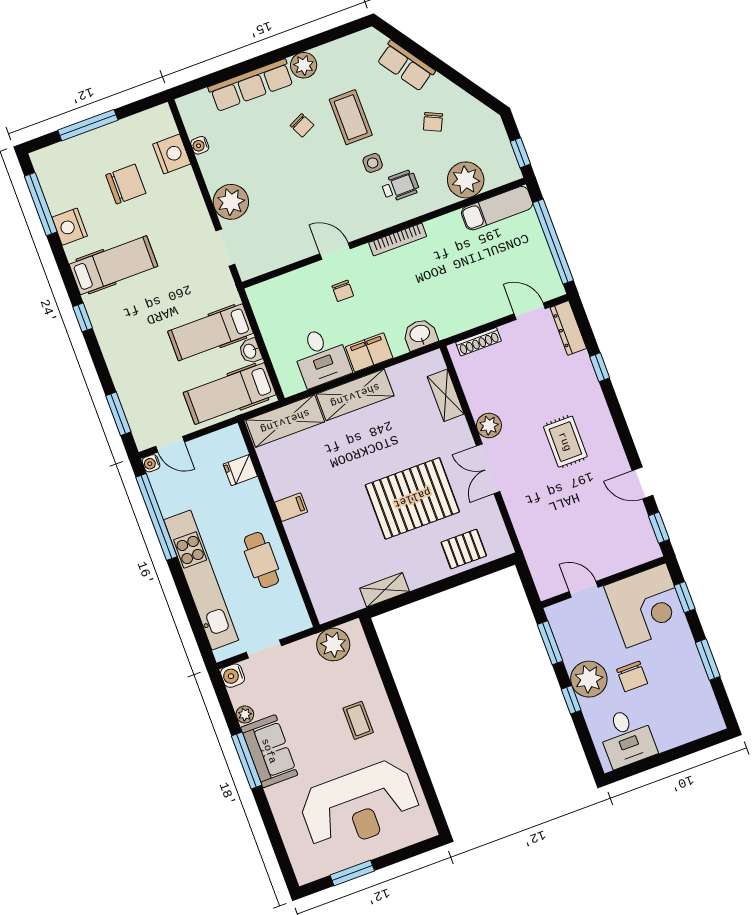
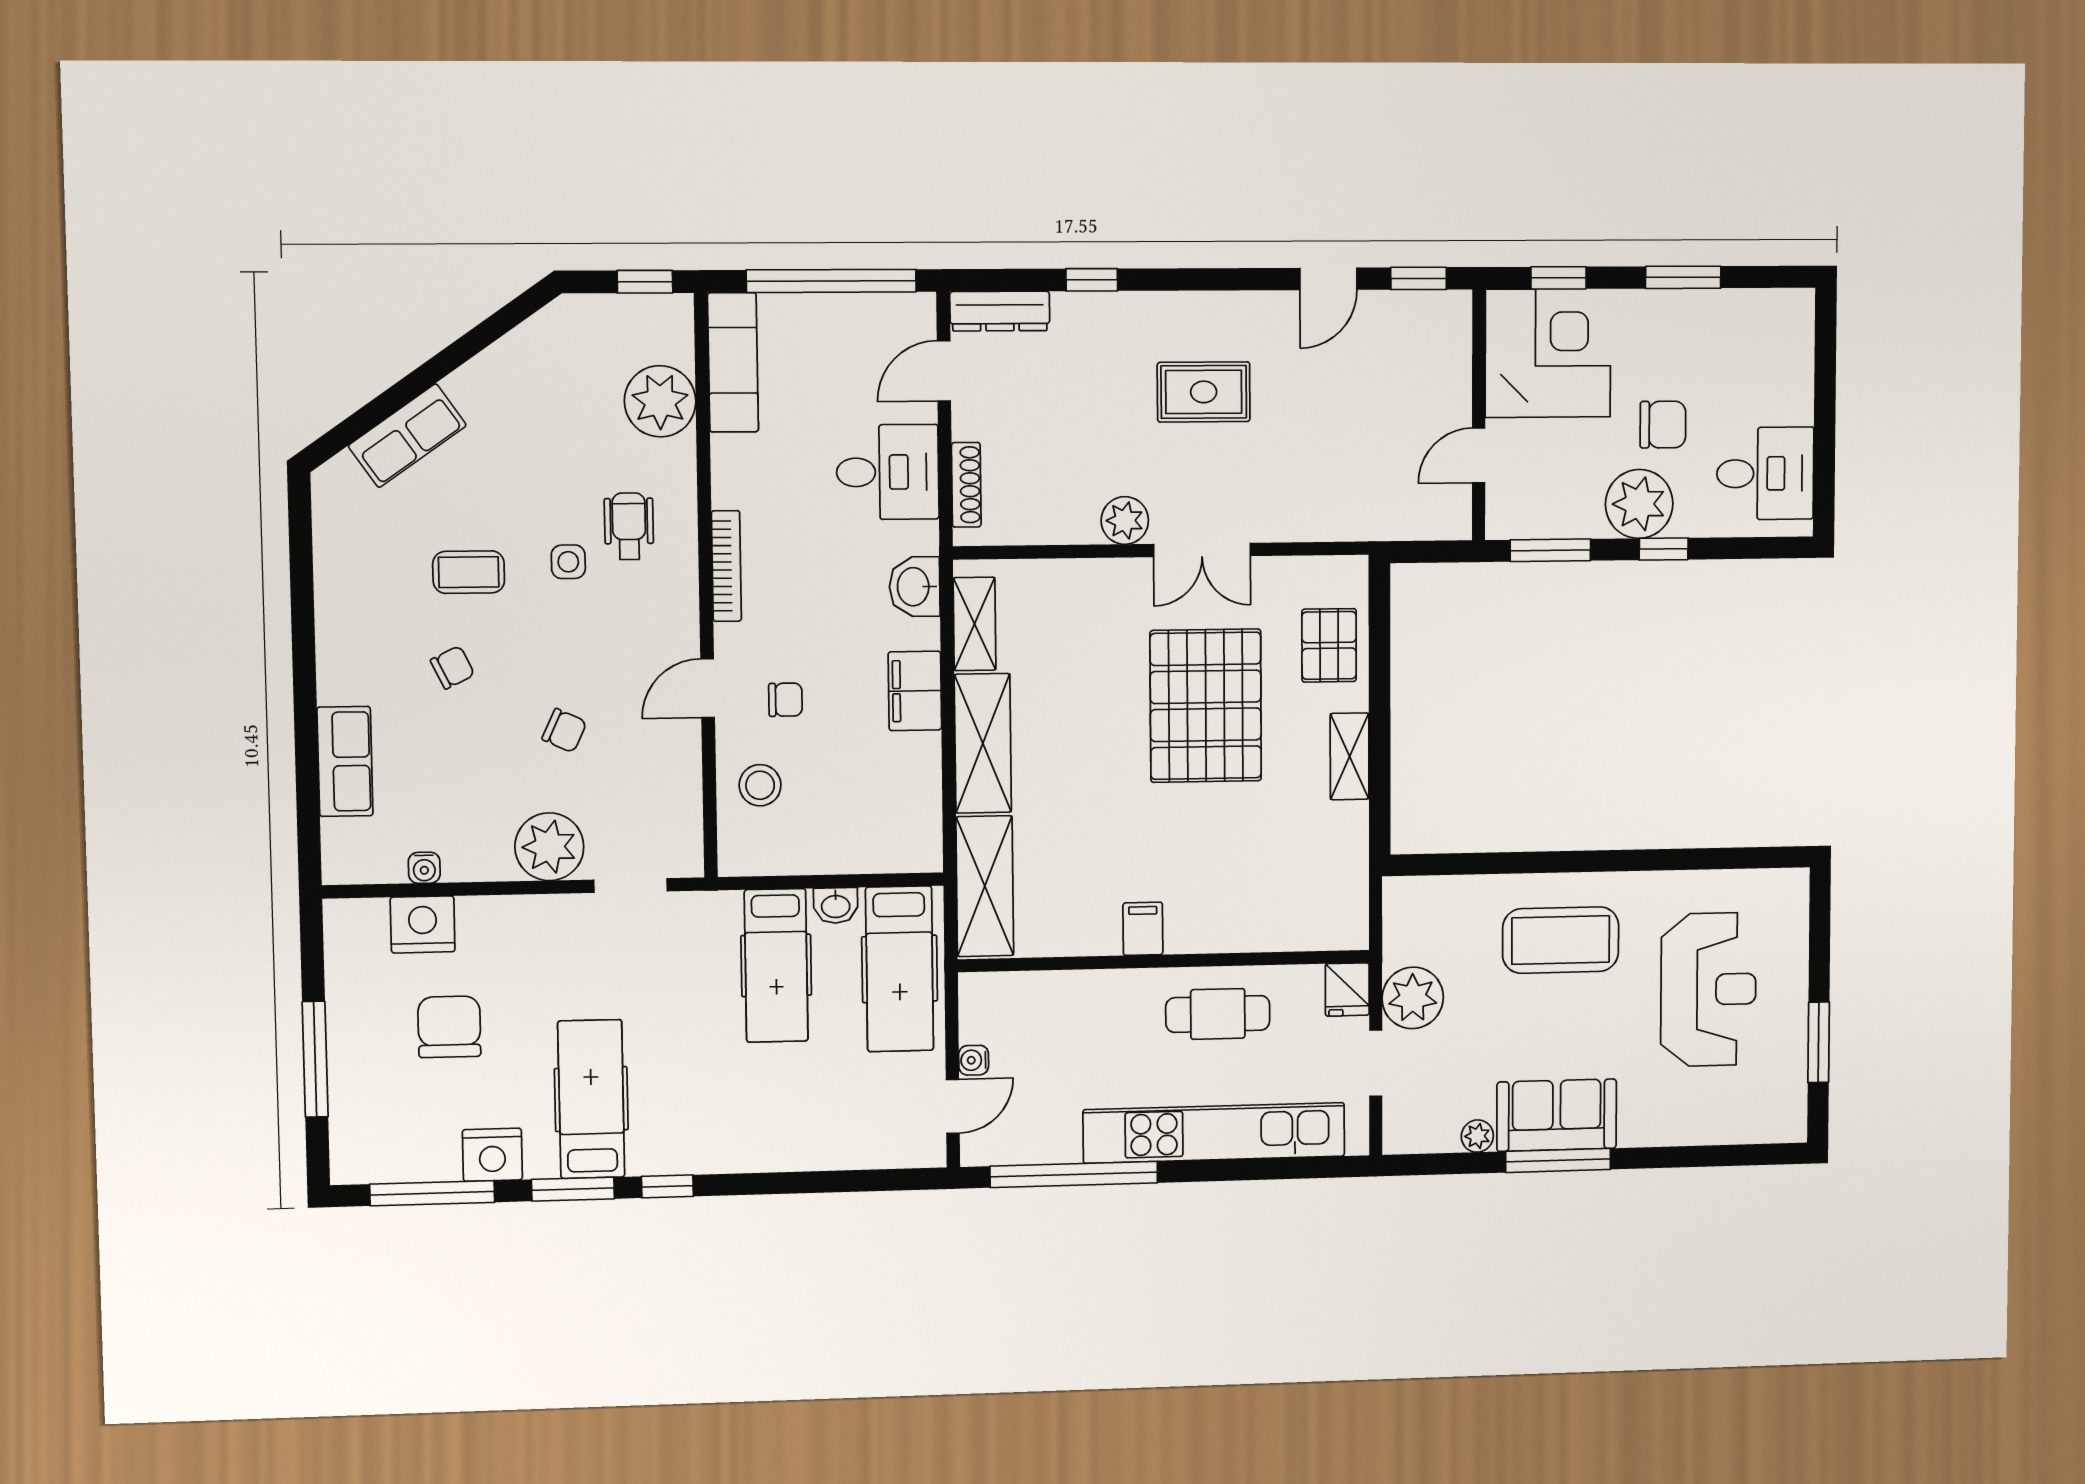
plant: (304, 65) -> (340, 625), removed
row of seats: (251, 85) -> (345, 761), width x0.68
coffee table: (351, 117) -> (469, 572), width x0.73, depth x0.77
chair: (433, 122) -> (564, 731), moved
stool: (297, 293) -> (760, 785), added
desk: (321, 357) -> (888, 472), moved
shelving: (446, 395) -> (975, 624), moved, turned 90
window: (118, 414) -> (573, 1189), moved
water cooler: (151, 463) -> (974, 1060), moved, turned 90
fridge: (240, 470) -> (1347, 990), moved
shelving: (385, 590) -> (1350, 756), moved
plant: (333, 645) -> (1413, 998), moved
water cooler: (233, 676) -> (1402, 1135), removed
coffee table: (358, 720) -> (1561, 940), width x1.86, depth x1.72
reception desk: (359, 806) -> (1708, 990), width x0.74, depth x0.77

